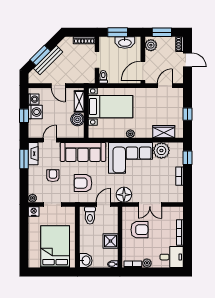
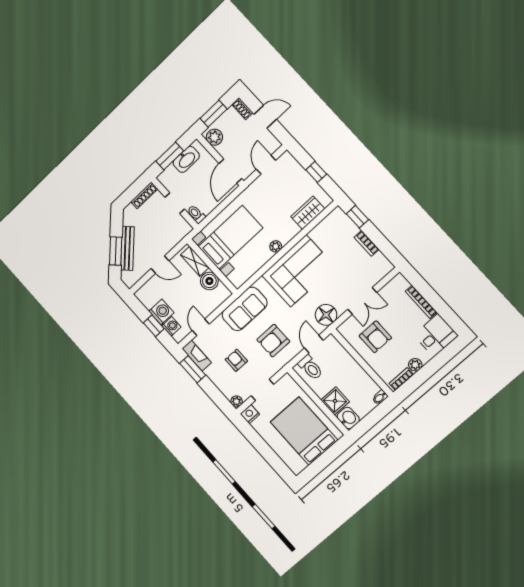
washing machine: (34, 99) -> (171, 326), moved
plant: (161, 150) -> (323, 234), removed
sofa: (83, 152) -> (245, 309), width x0.73
armchair: (139, 230) -> (375, 337), turned 90
shower: (110, 241) -> (335, 401), moved

